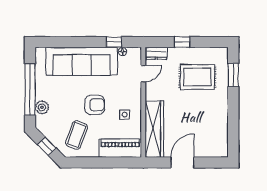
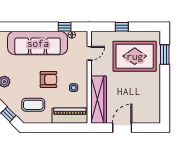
dresser: (156, 53) -> (100, 36), removed
rug: (197, 77) -> (135, 56), width x1.37, depth x1.44
coffee table: (76, 135) -> (33, 105), turned 70

